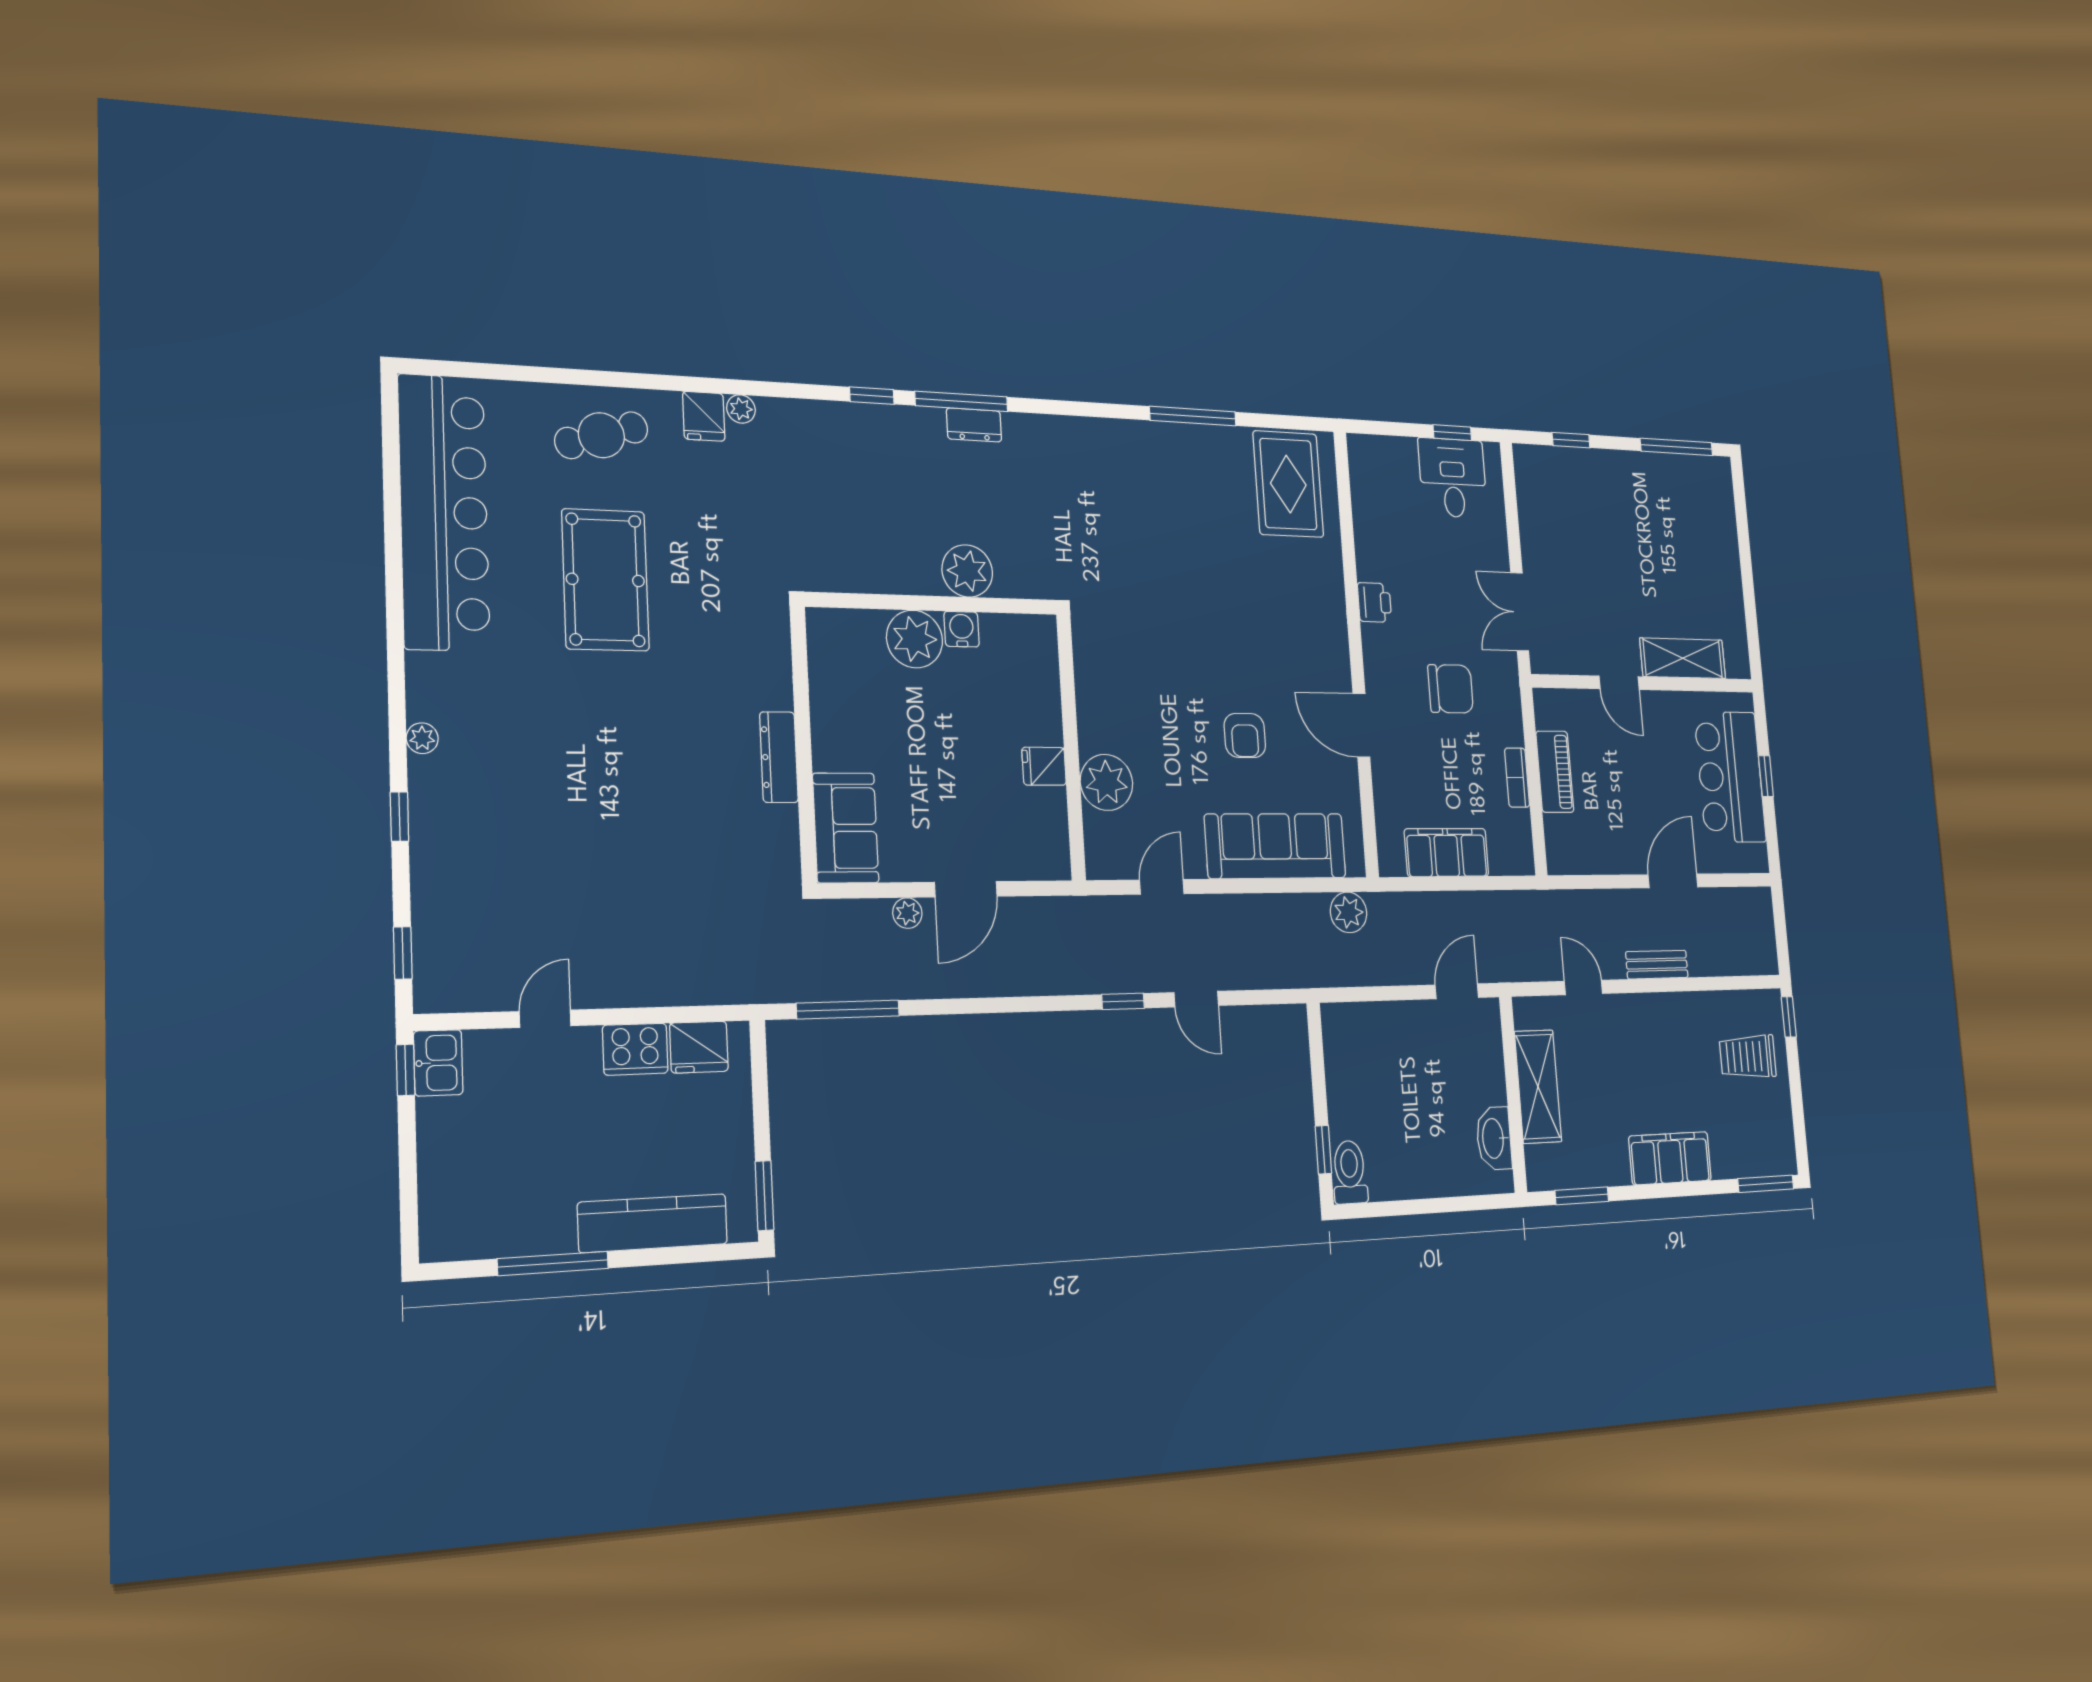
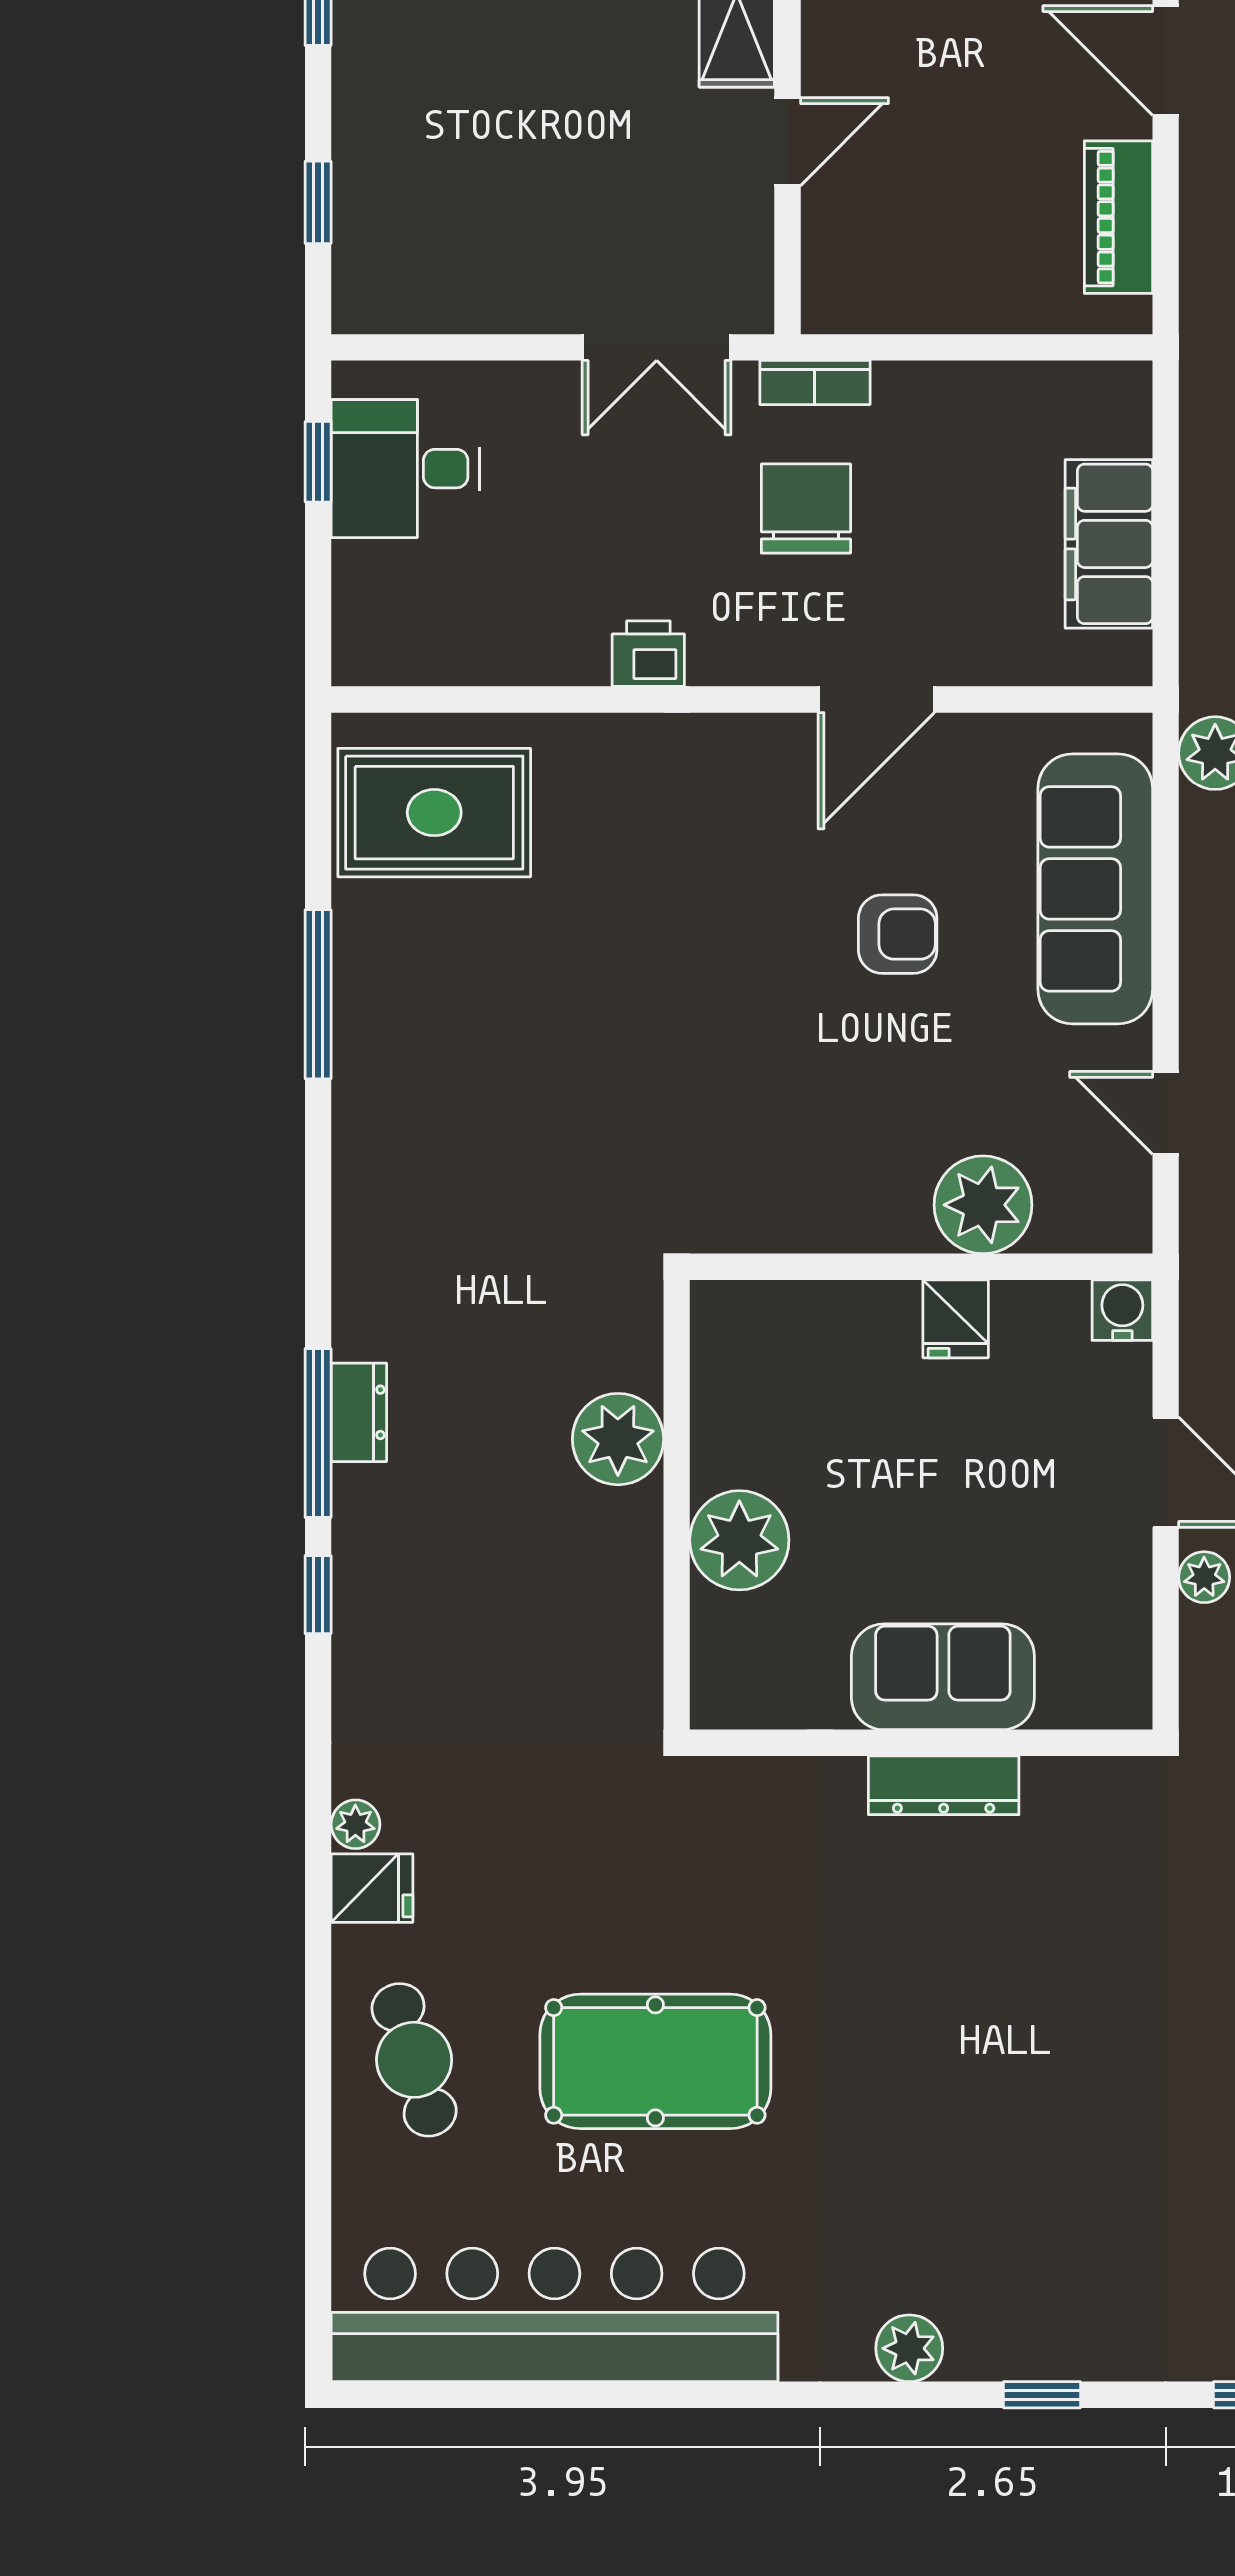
water cooler: (962, 629) -> (1122, 1310), moved, turned 90
plant: (422, 738) -> (909, 2348), width x1.38, depth x1.38
piano: (1555, 772) -> (1119, 217), moved, turned -90
bookcase: (1517, 778) -> (815, 383), moved
sofa: (846, 828) -> (943, 1677), moved

